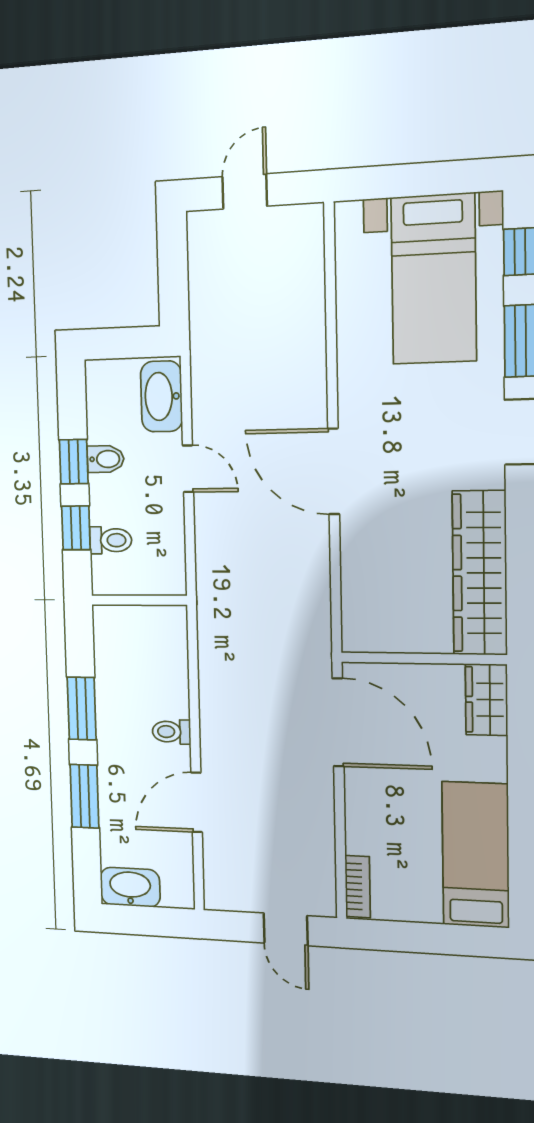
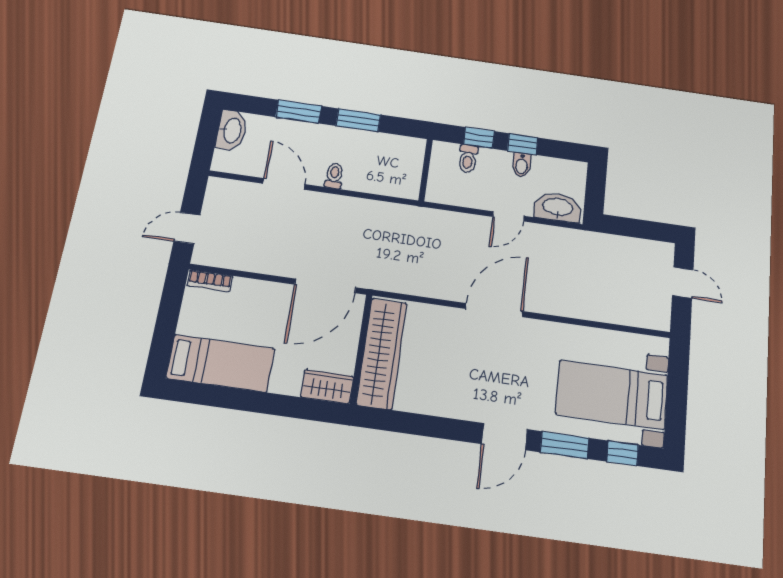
wardrobe: (480, 573) -> (382, 353), moved, turned 90

